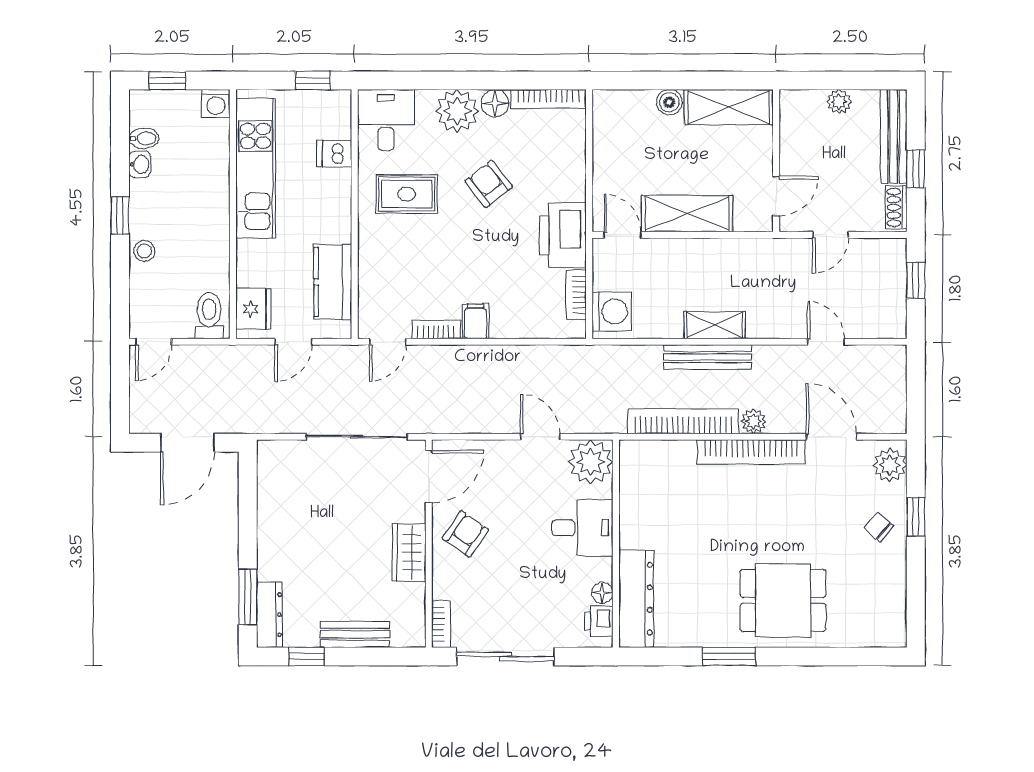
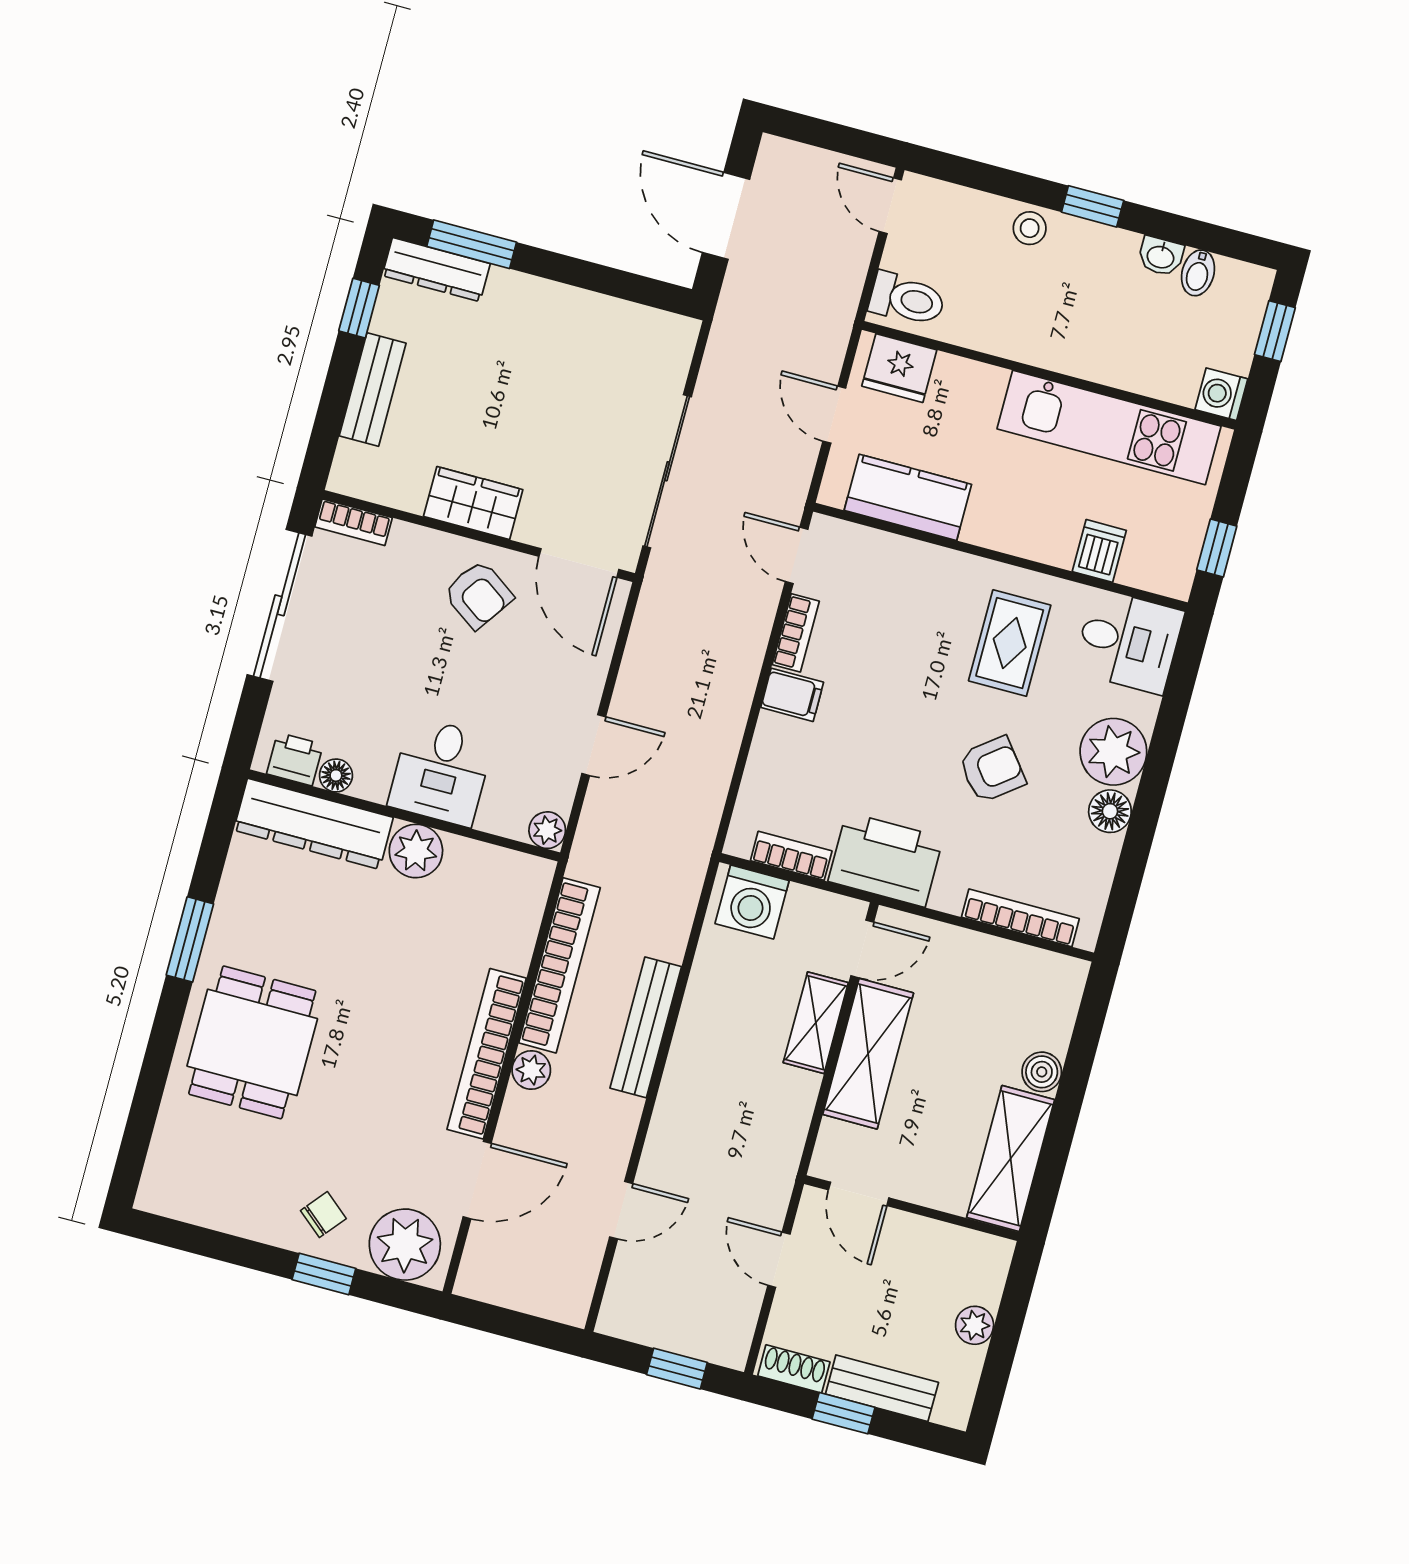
bookcase: (548, 99) -> (1020, 918), moved, turned 90
bench: (894, 137) -> (882, 1388), width x0.73
shelving: (715, 325) -> (816, 1023), moved
plant: (591, 462) -> (547, 830), width x0.53, depth x0.53
plant: (890, 465) -> (405, 1245), width x1.36, depth x1.36
plant: (636, 530) -> (416, 851), added

